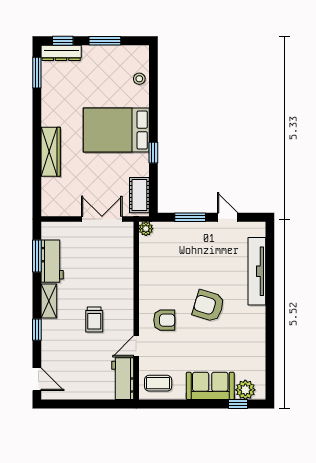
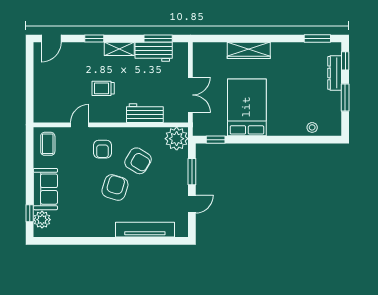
dresser: (61, 53) -> (335, 73), moved
bed: (116, 130) -> (247, 107), moved
window: (153, 153) -> (216, 140), moved
cot: (139, 195) -> (211, 128), removed
plant: (146, 229) -> (177, 139), width x1.88, depth x1.88
armchair: (178, 279) -> (138, 161), added
door: (136, 346) -> (80, 125), hinge flipped
workbench: (123, 379) -> (145, 113), moved

